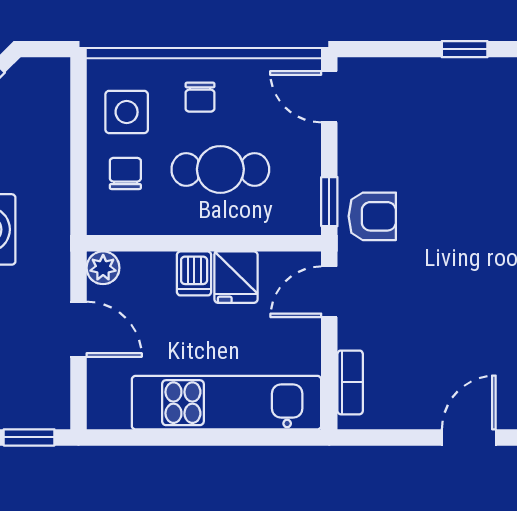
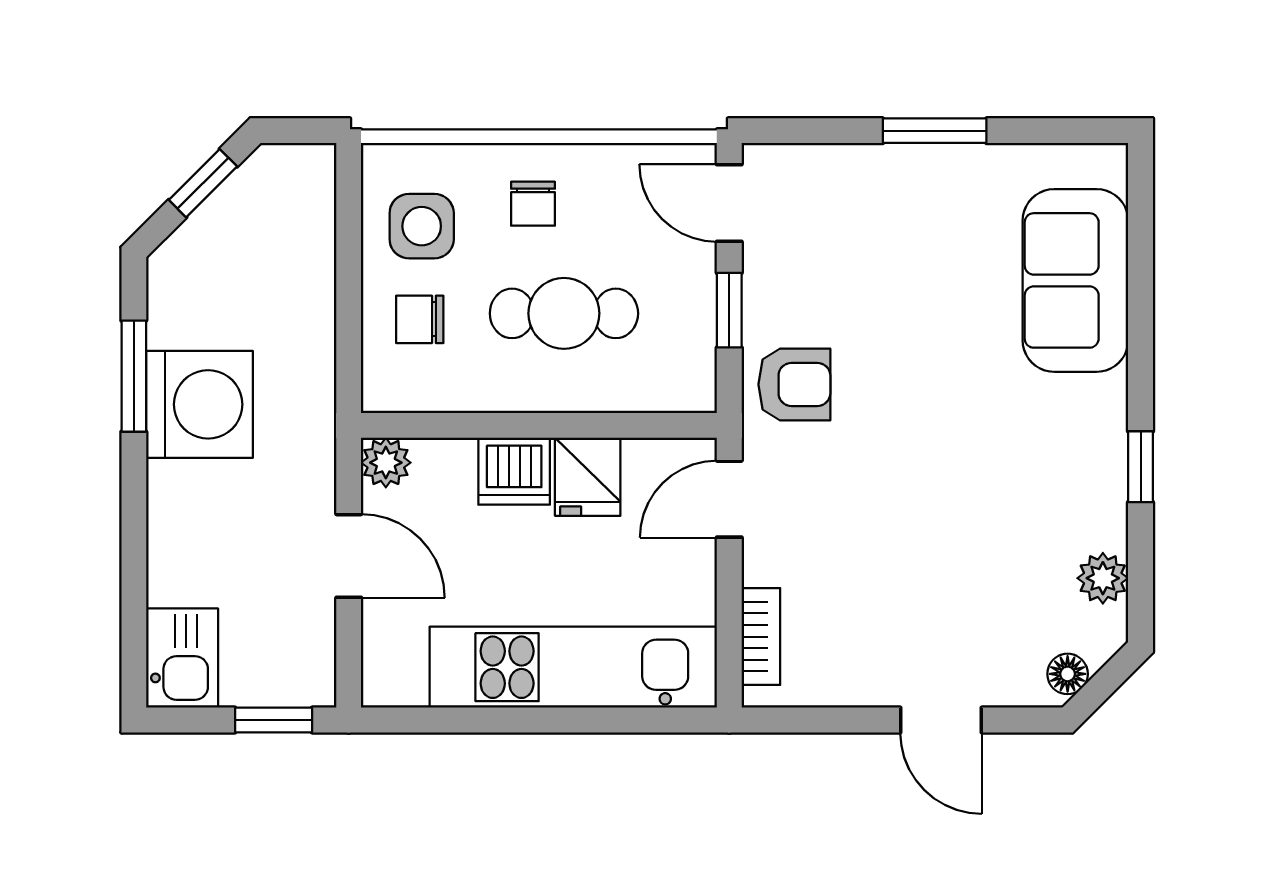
window: (465, 49) -> (935, 131), width x1.50
chair: (125, 173) -> (420, 319), turned -90
window: (329, 202) -> (729, 310), moved
dishwasher: (194, 273) -> (514, 471), width x1.38
door: (469, 437) -> (941, 720), swing flipped

